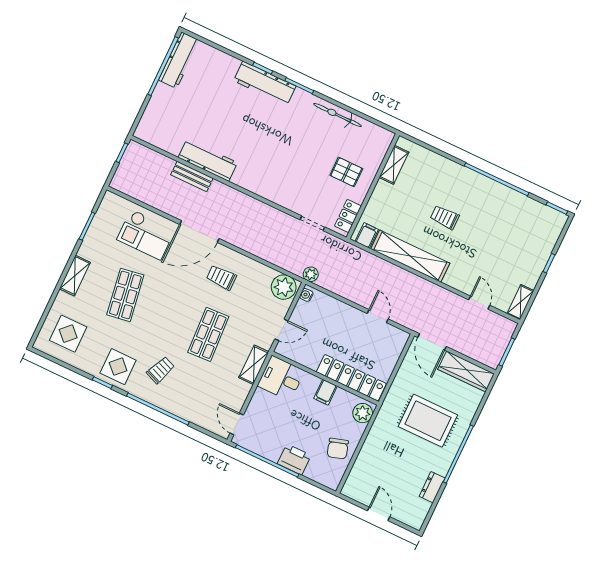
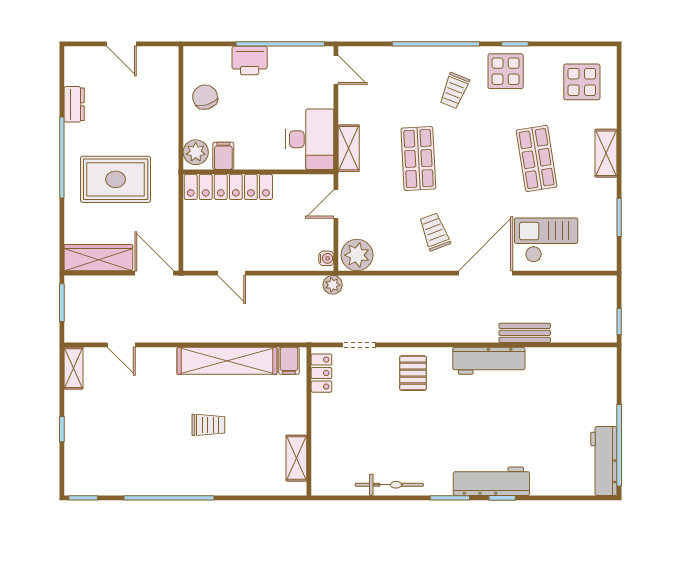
workbench: (208, 160) -> (489, 361), moved
pallet: (346, 172) -> (413, 373), moved, turned 90
trolley: (221, 278) -> (435, 232), turned -111
desk: (281, 378) -> (310, 139), width x1.37
filing cabinet: (325, 392) -> (223, 156), moved

